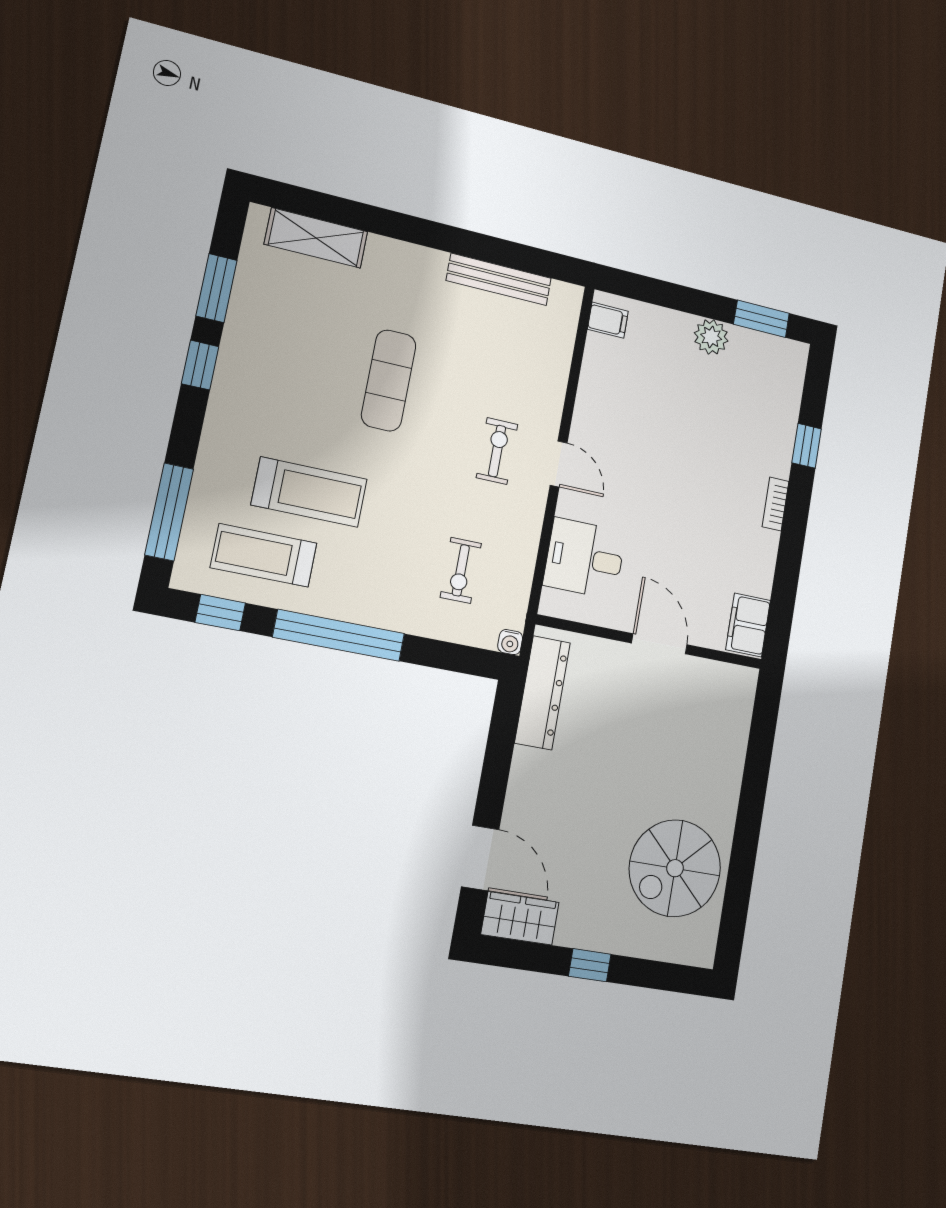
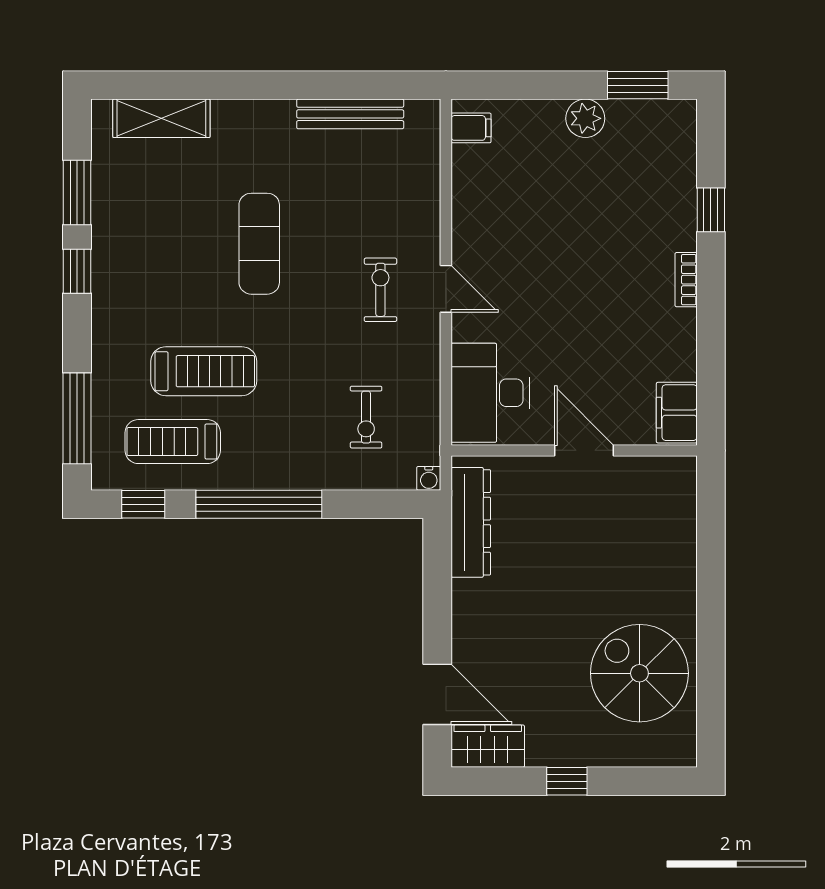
desk: (585, 558) -> (490, 393), width x1.37
spiral stairs: (675, 868) -> (639, 673), turned 90

